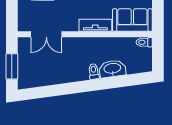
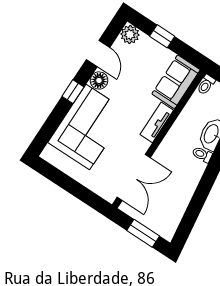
double door: (46, 34) -> (134, 177), width x1.37

